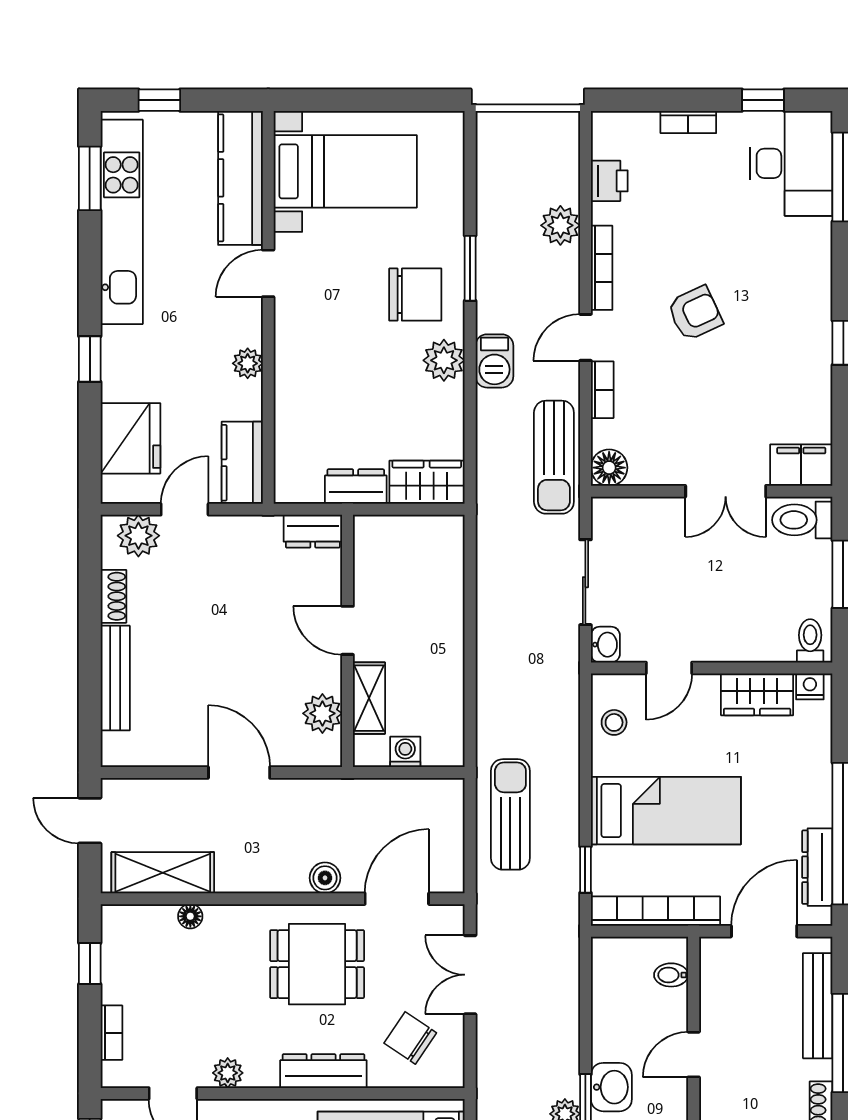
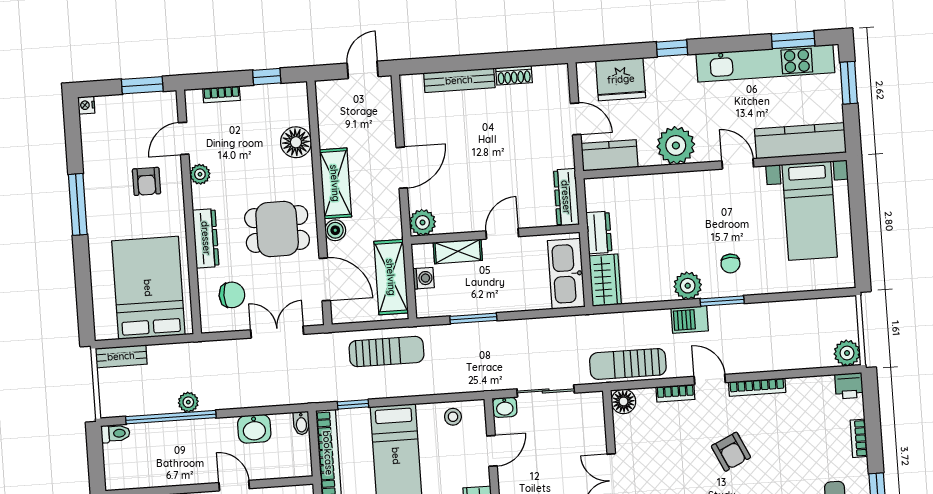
window: (159, 100) -> (849, 83), width x1.50
printer: (609, 181) -> (849, 386), moved
plant: (560, 225) -> (847, 353), moved
window: (470, 268) -> (722, 301), moved
chair: (415, 295) -> (730, 263), width x0.54, depth x0.54
plant: (248, 363) -> (676, 145), width x1.87, depth x1.87
dresser: (313, 531) -> (566, 197), width x1.44
plant: (138, 536) -> (556, 89), removed
kitchen sink: (414, 539) -> (566, 274), added
door: (669, 668) -> (492, 451), swing flipped
window: (470, 682) -> (473, 318), added
plant: (322, 713) -> (423, 222), moved
shelving: (400, 800) -> (391, 277), added
shelving: (163, 873) -> (335, 183), moved
floor lamp: (190, 916) -> (296, 142), width x1.89, depth x1.89
dining table: (317, 964) -> (277, 229), turned 90
bidet: (671, 975) -> (301, 423), moved, turned 180
chair: (410, 1038) -> (232, 295), turned 56
washbasin: (611, 1087) -> (254, 429), moved

